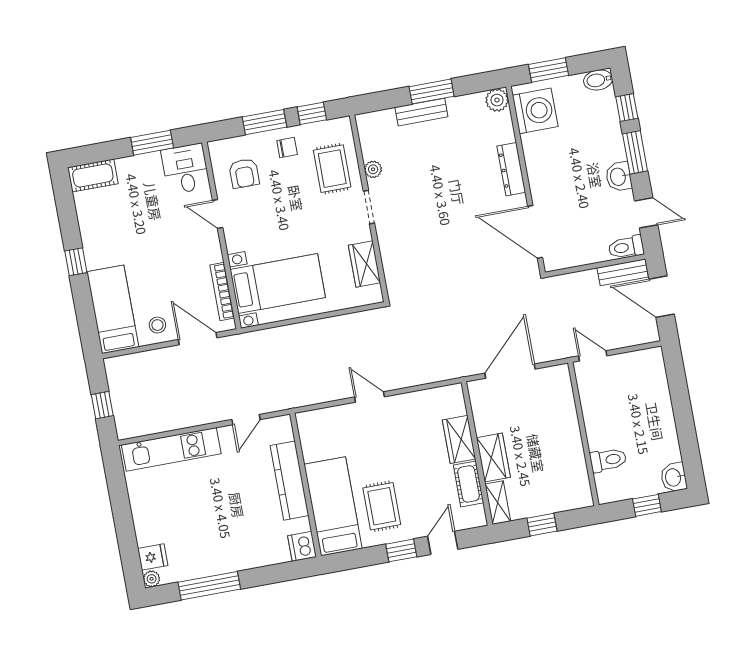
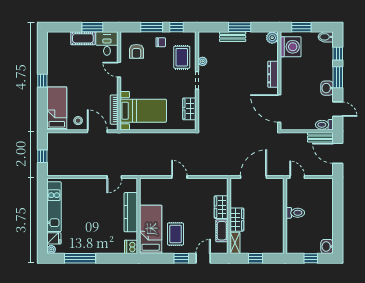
cot: (93, 175) -> (83, 38), moved
kitchen unit: (171, 449) -> (54, 207), moved, turned -90
toilet: (608, 460) -> (295, 213), moved

